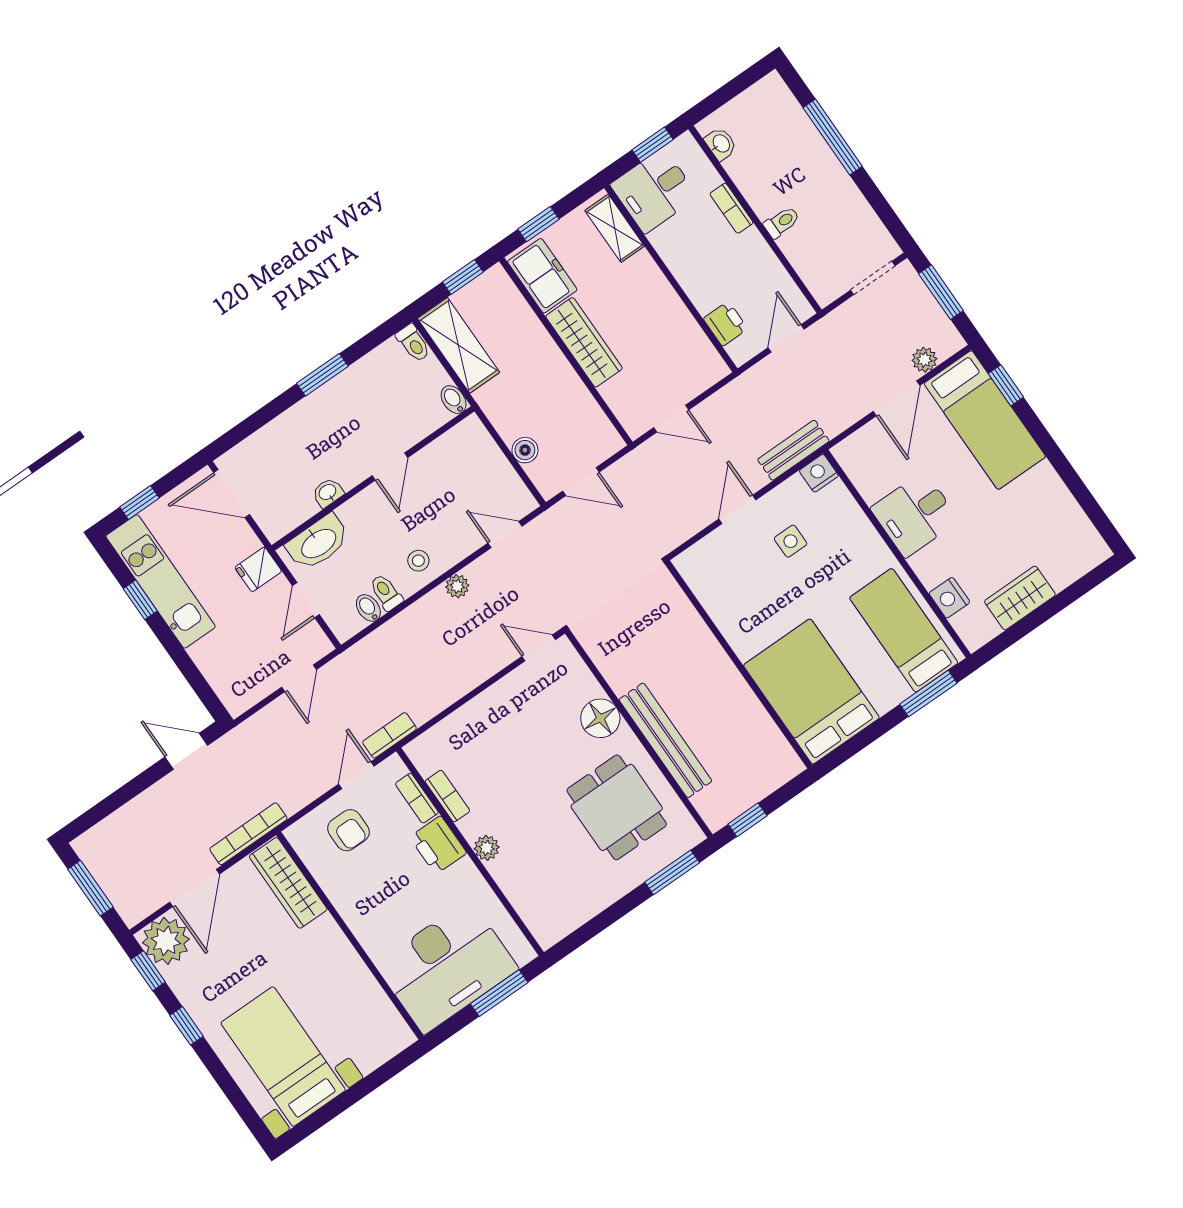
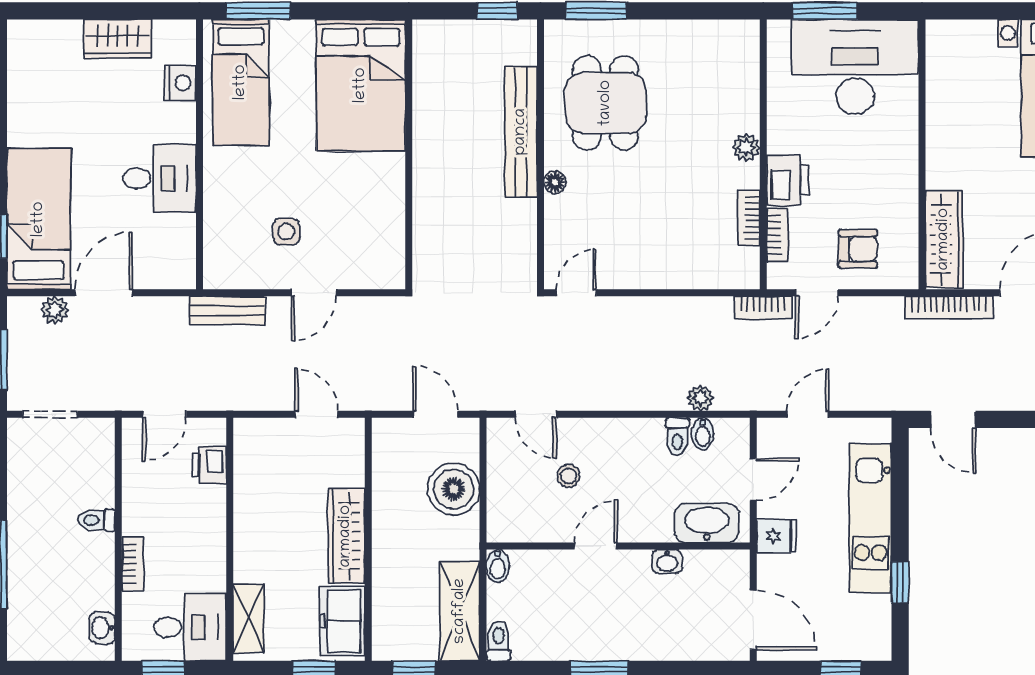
boiler: (525, 450) -> (454, 489), width x1.86, depth x1.86
nightstand: (819, 473) -> (219, 274), removed
stool: (418, 561) -> (569, 476), moved
kitchen unit: (161, 581) -> (871, 518), moved
plant: (457, 586) -> (700, 398), moved
door: (539, 648) -> (576, 293), swing flipped
floor lamp: (600, 718) -> (555, 182), width x0.53, depth x0.53
armchair: (348, 830) -> (858, 249), turned 90

